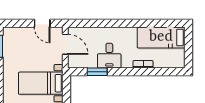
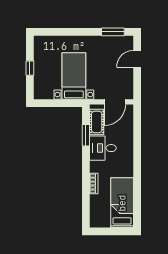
door: (42, 23) -> (137, 59), moved
cot: (85, 62) -> (97, 122), added

